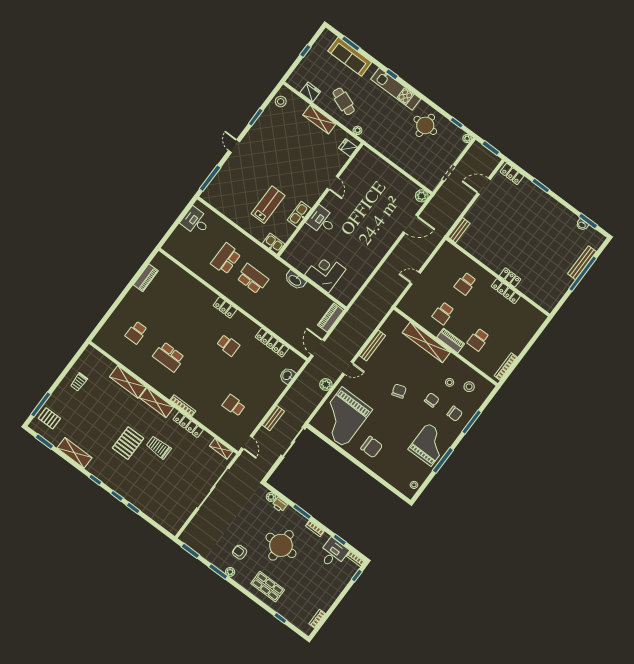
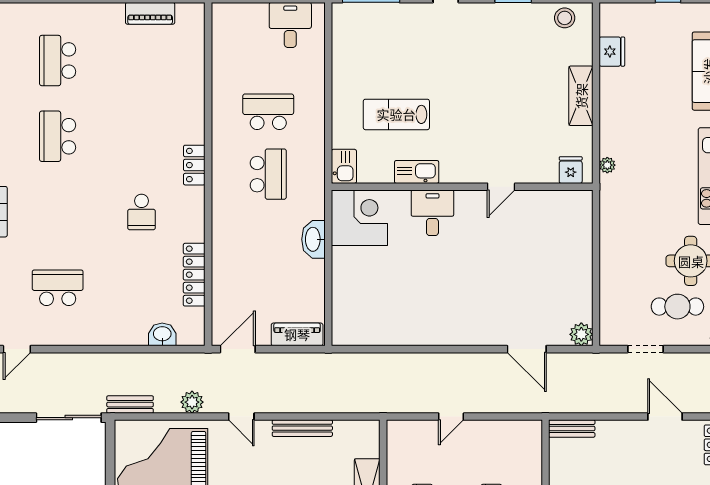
cafe table: (344, 101) -> (677, 307), moved, turned 69
lab bench: (268, 205) -> (396, 114), turned 180
corner desk: (325, 272) -> (359, 218), moved
door: (415, 278) -> (451, 417), swing flipped
school desk: (136, 333) -> (58, 61), width x1.85
school desk: (234, 405) -> (58, 288), width x1.85
bench: (273, 418) -> (130, 405), moved

